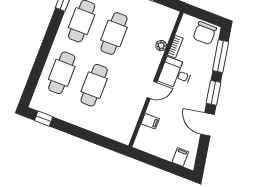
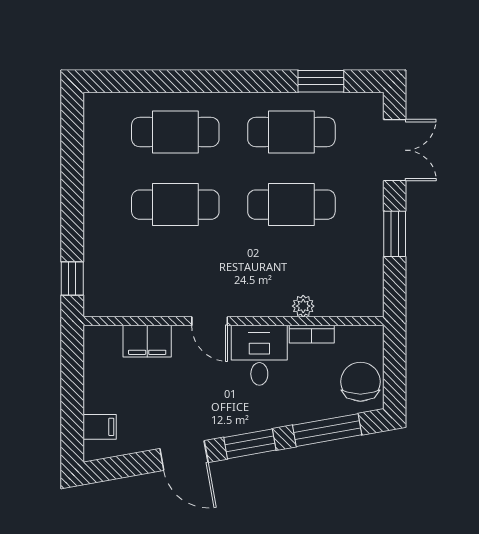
chair: (205, 33) -> (360, 382), turned 90
window: (44, 119) -> (72, 278), moved
filing cabinet: (150, 121) -> (147, 341), width x2.00
door: (207, 124) -> (184, 456), swing flipped

